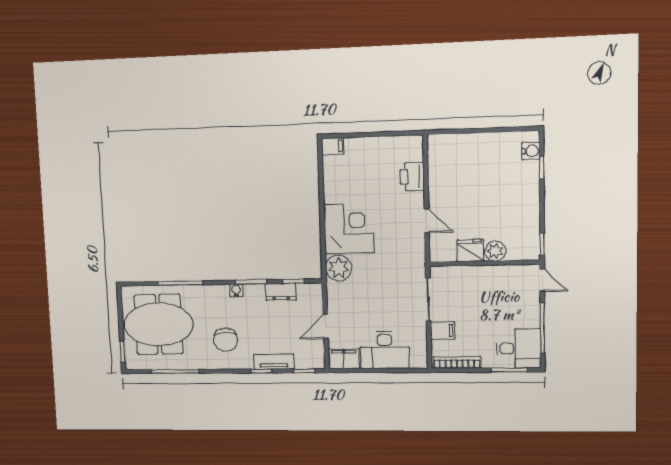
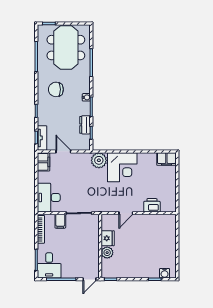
filing cabinet: (333, 146) -> (166, 159), width x2.00
desk: (385, 350) -> (49, 198), moved
tv unit: (274, 362) -> (42, 138), moved

